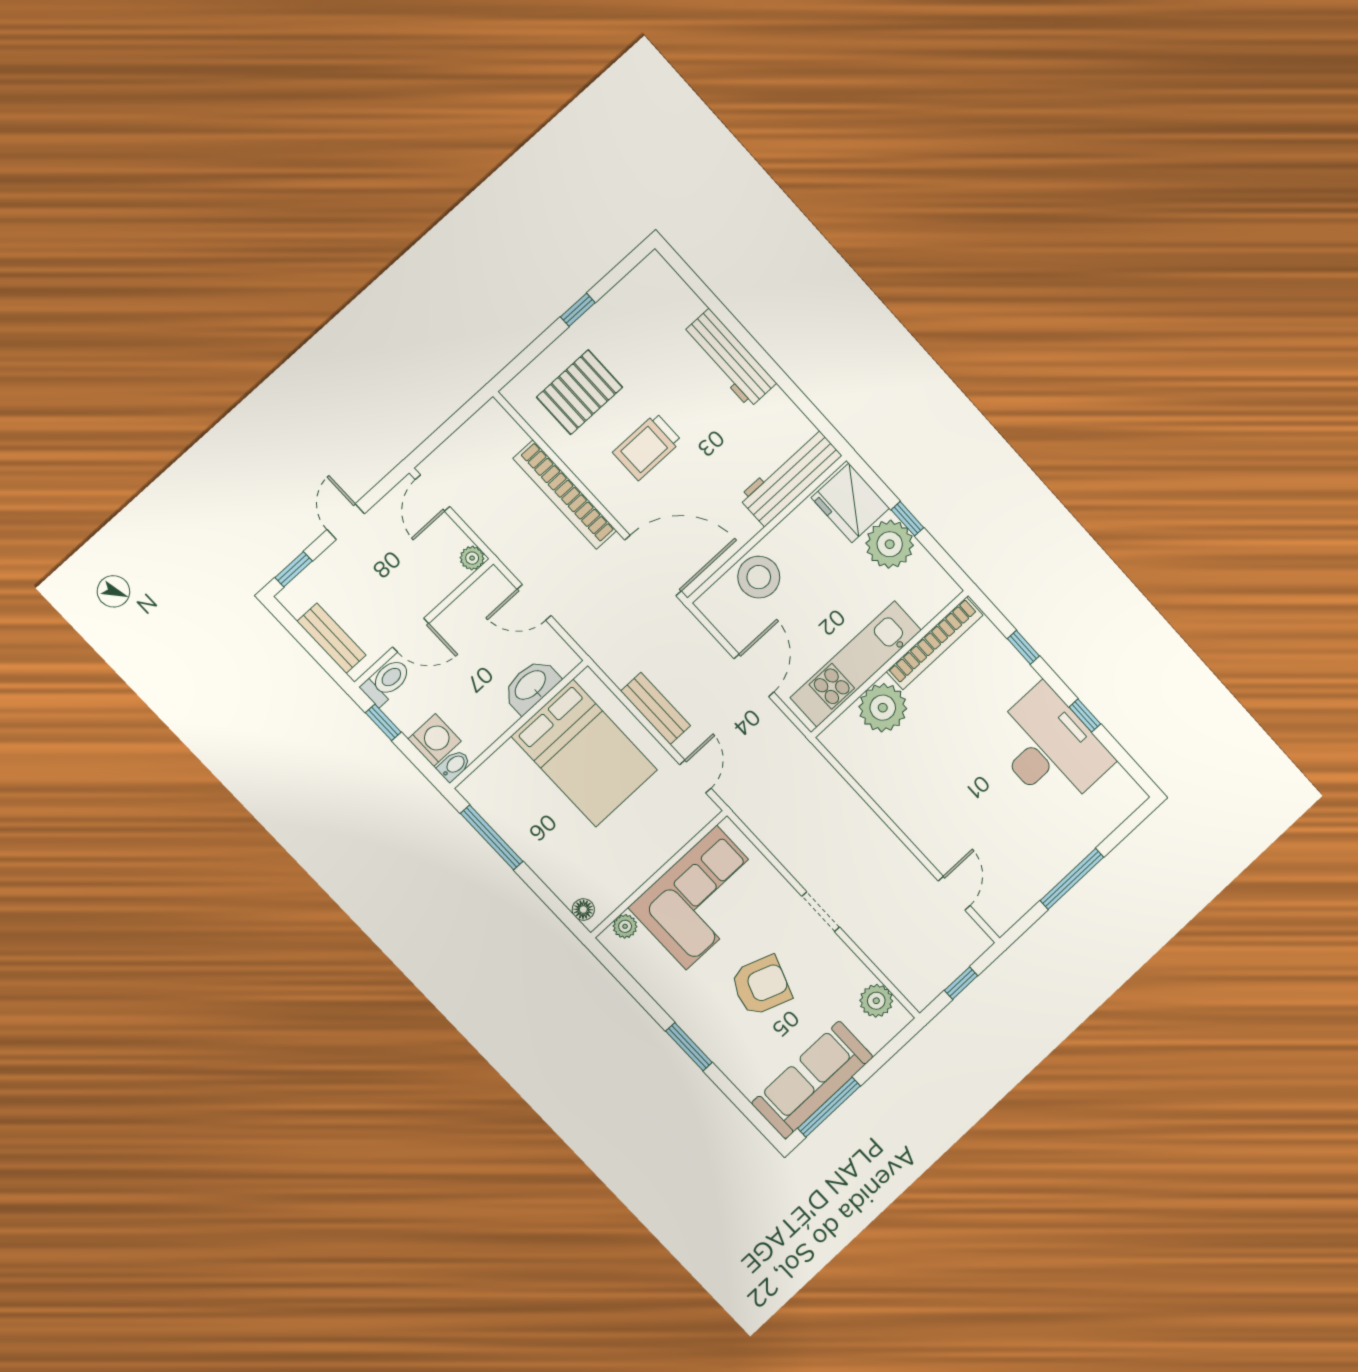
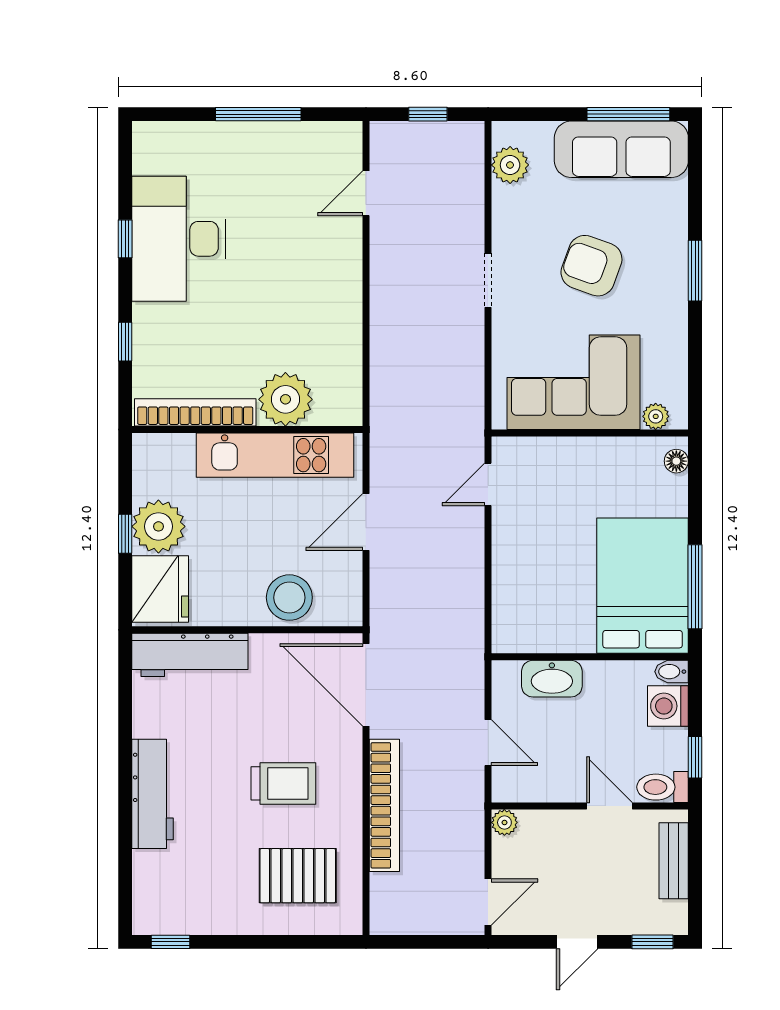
window: (578, 310) -> (171, 942), moved
bench: (656, 708) -> (469, 569), removed
bed: (584, 753) -> (643, 586), moved

